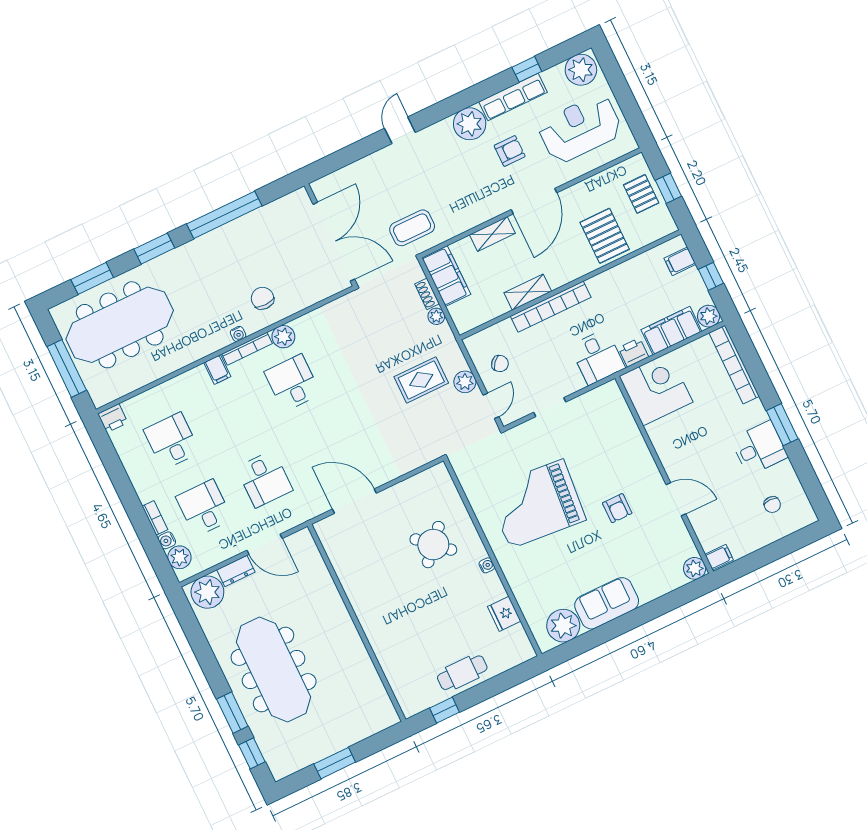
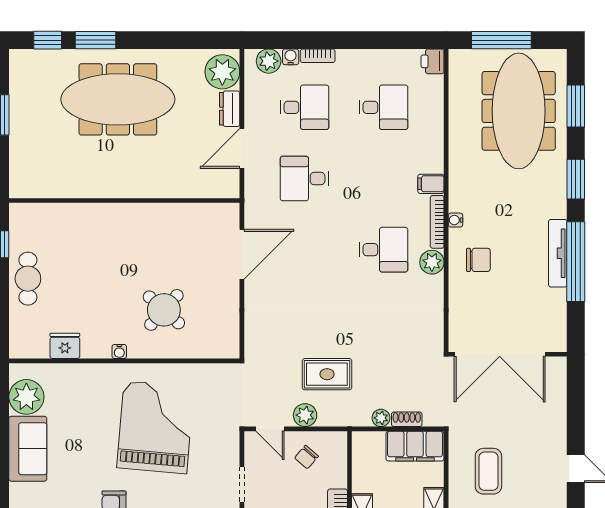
coffee table: (412, 228) -> (488, 471), moved
tv unit: (224, 234) -> (558, 253), added
rug: (421, 380) -> (327, 374), turned 90

